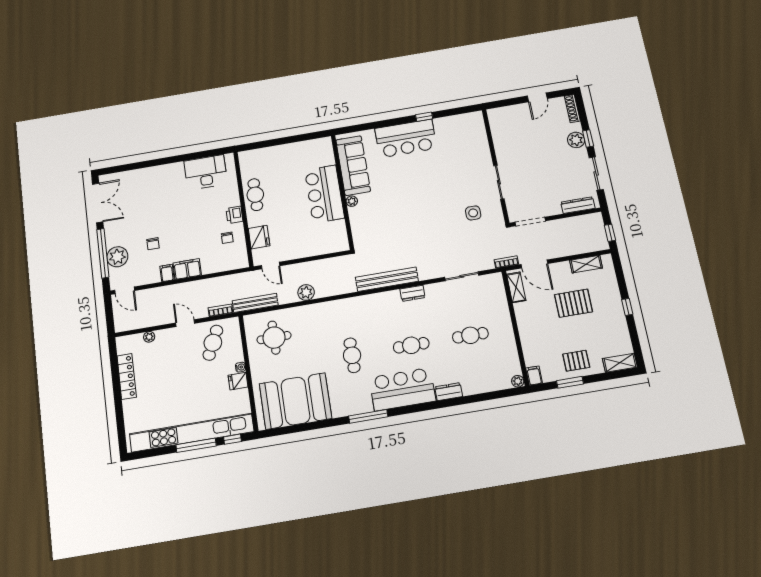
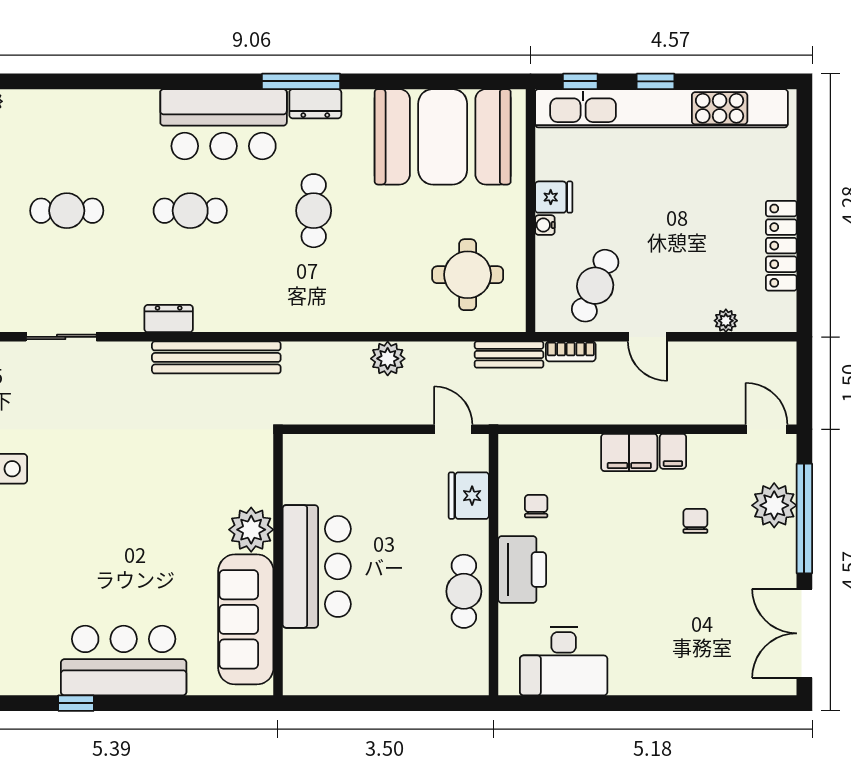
plant: (352, 201) -> (251, 530), width x1.88, depth x1.88
printer: (234, 215) -> (522, 570), width x1.87, depth x1.48
bench: (255, 303) -> (509, 355), width x0.73
dresser: (449, 392) -> (315, 104), moved
window: (196, 445) -> (656, 81), width x0.46

